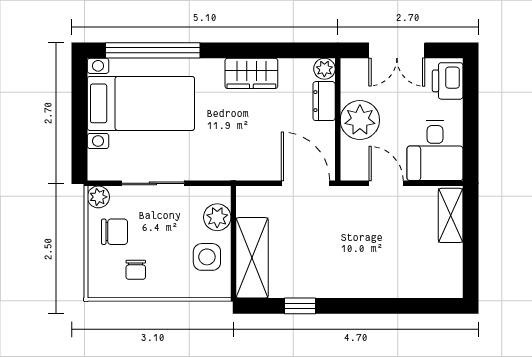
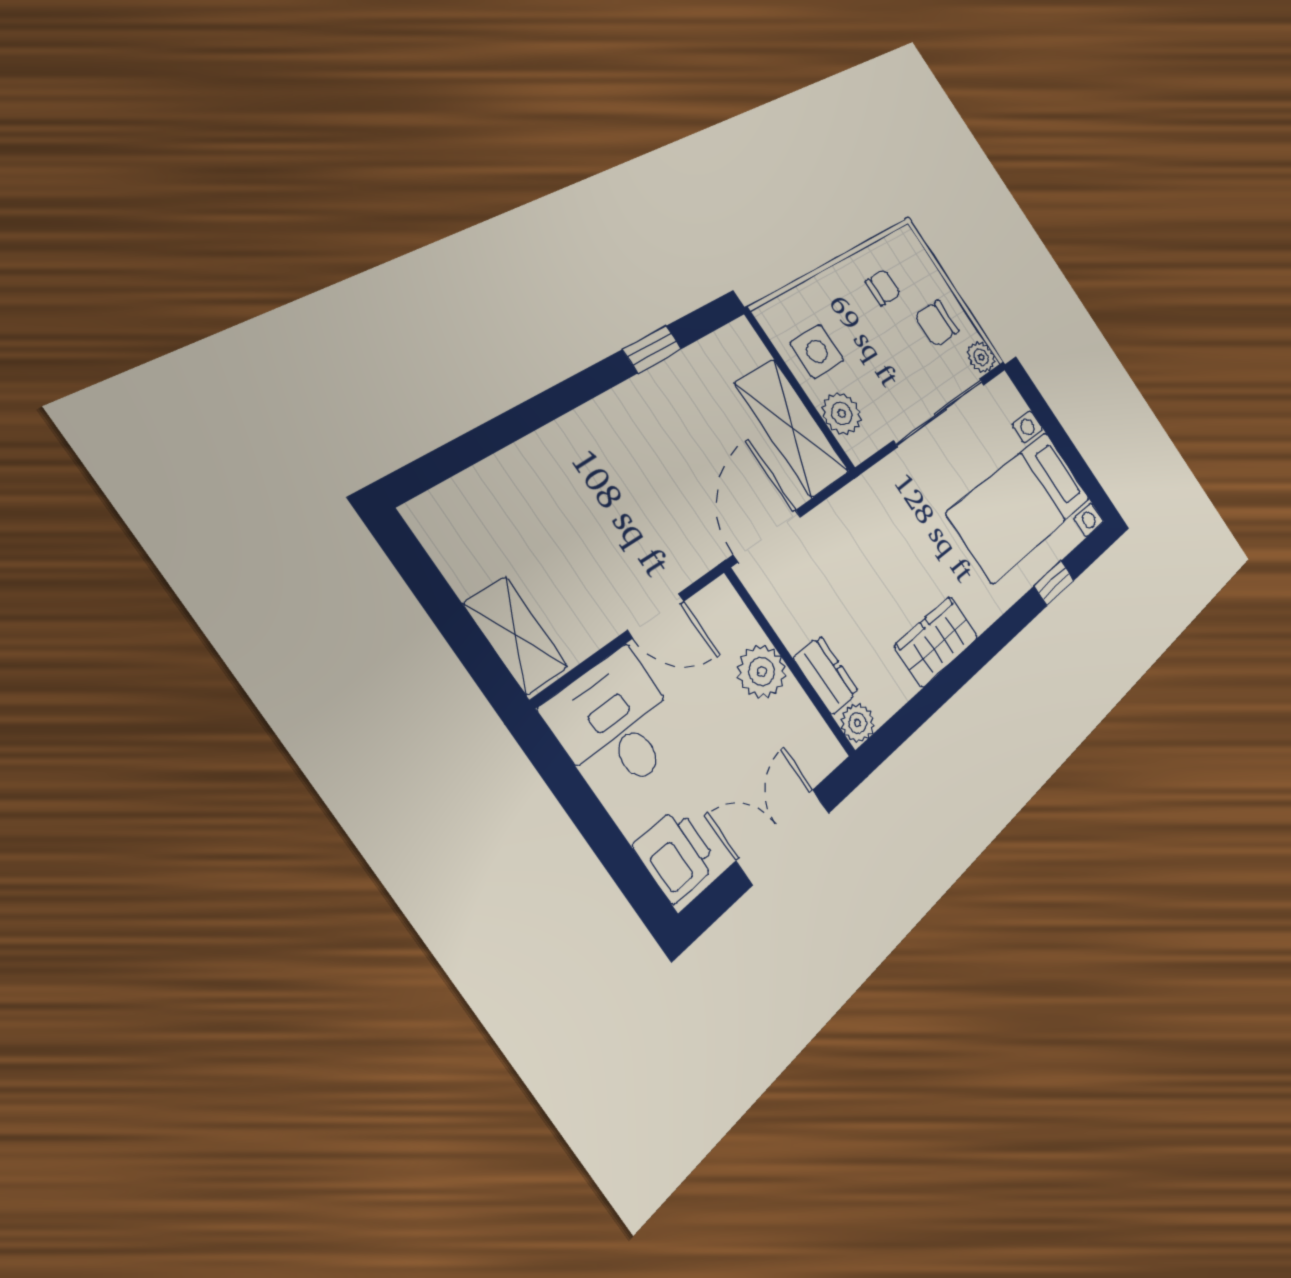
window: (153, 50) -> (1054, 583), width x0.32
plant: (360, 120) -> (762, 672), width x0.73, depth x0.73
sliding door: (153, 183) -> (940, 412), width x1.37
door: (305, 183) -> (767, 536), swing flipped
shelving: (252, 258) -> (792, 428), moved
chair: (136, 270) -> (883, 288), turned 90

